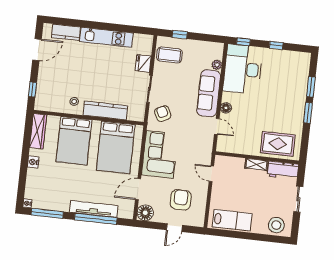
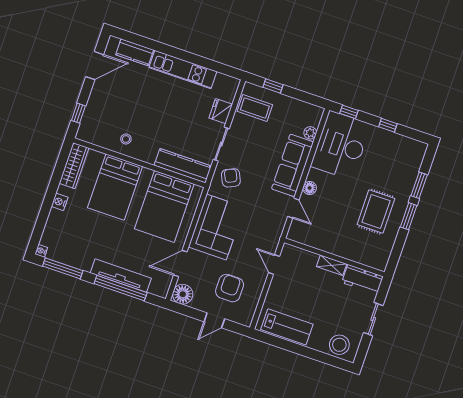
kitchen counter: (105, 110) -> (183, 166), moved
rug: (278, 144) -> (376, 212), moved, turned 90

